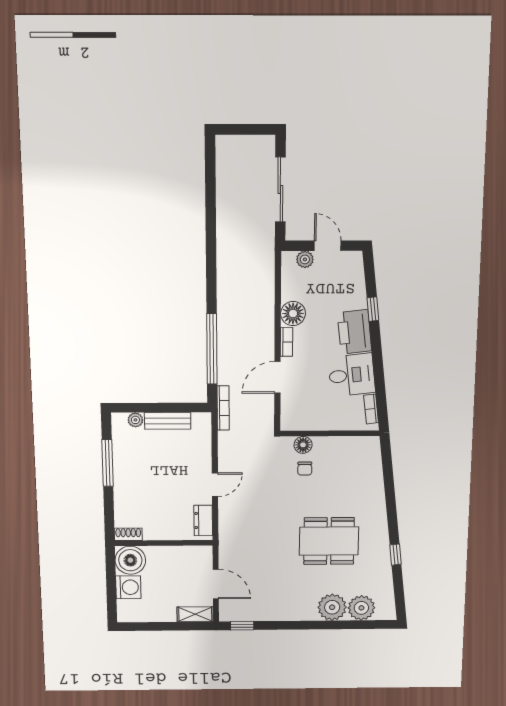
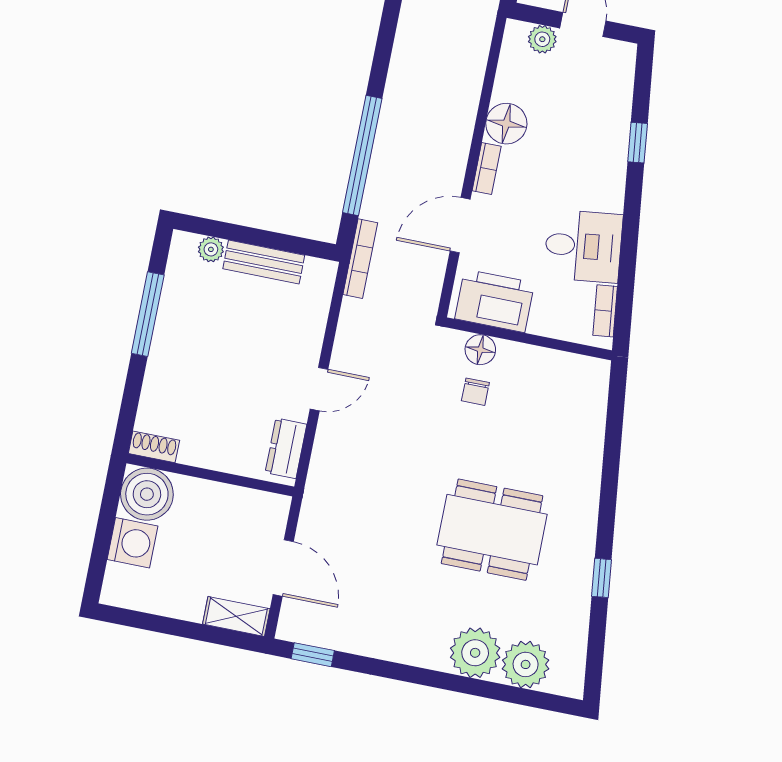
printer: (355, 332) -> (495, 301), moved, turned 97

